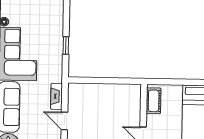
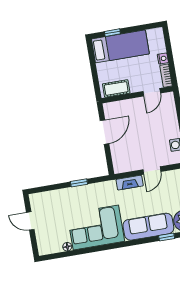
door: (112, 81) -> (104, 132), added

